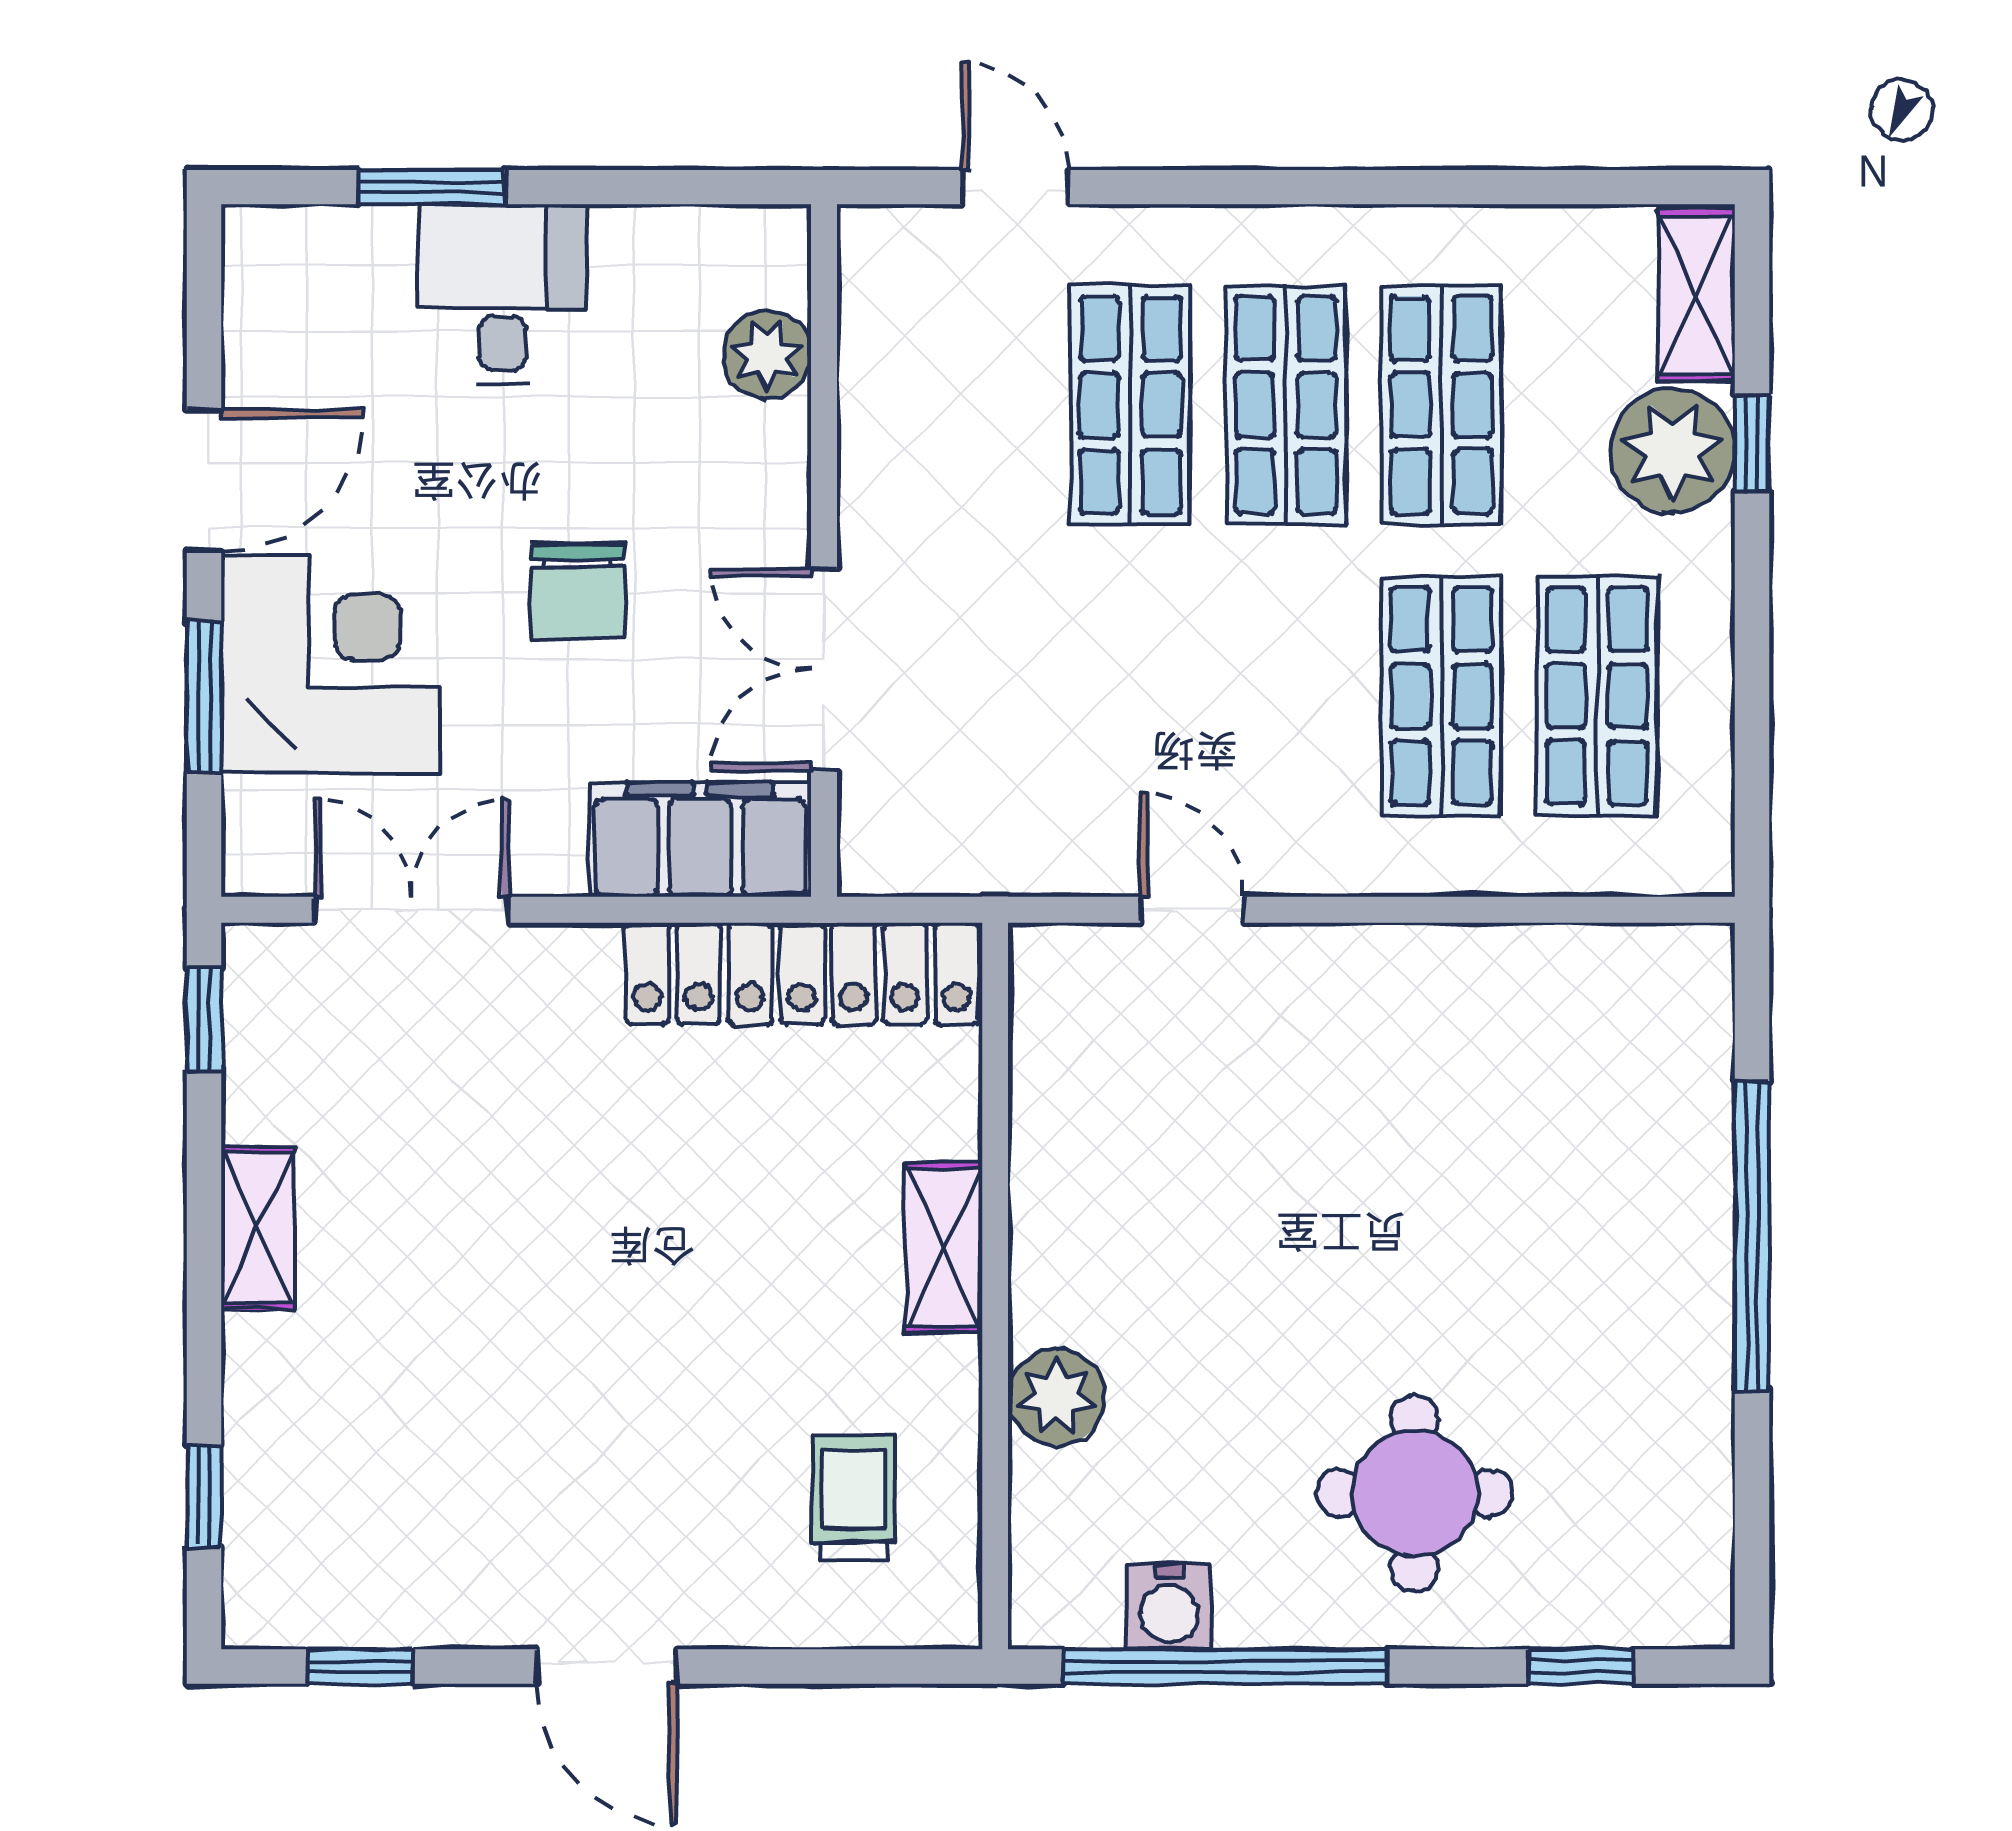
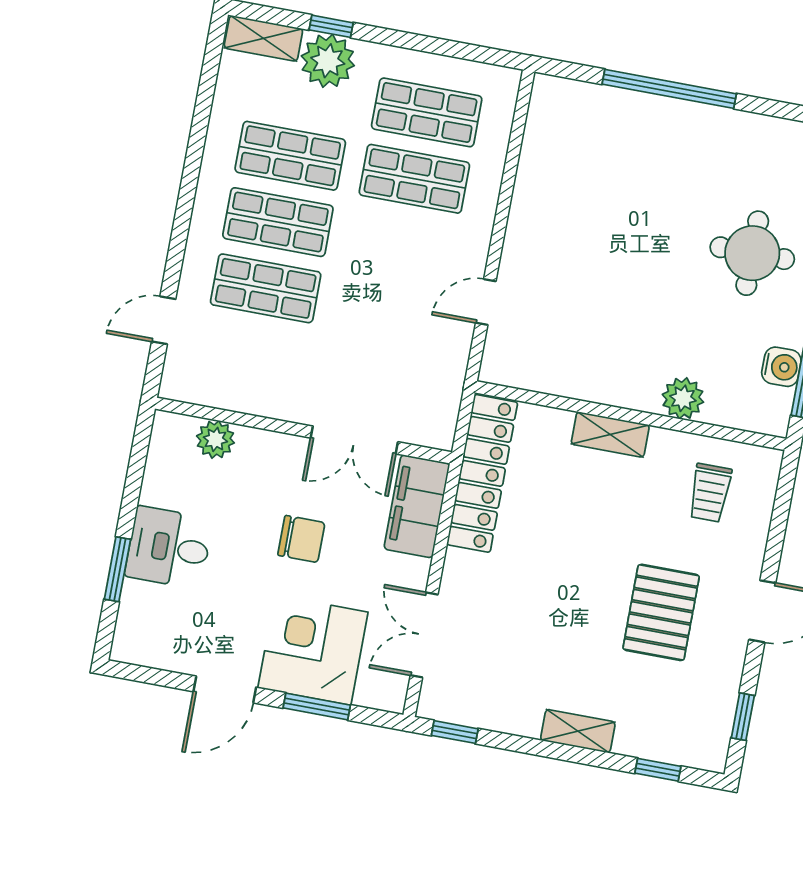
door: (204, 481) -> (225, 689), swing flipped
shelving: (258, 1228) -> (578, 731), moved
pallet: (562, 1438) -> (661, 612), added
trolley: (854, 1498) -> (710, 493), turned -90

